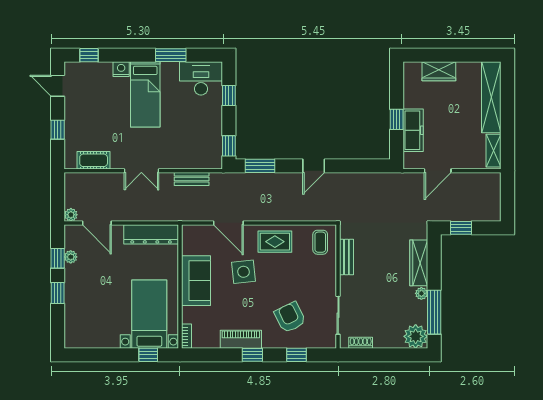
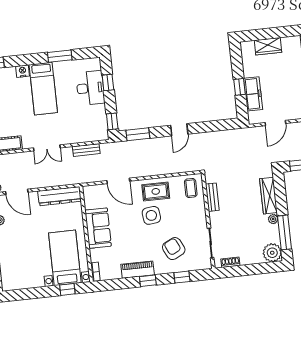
desk: (201, 78) -> (90, 88), moved, turned 90
side table: (243, 272) -> (151, 215), moved

